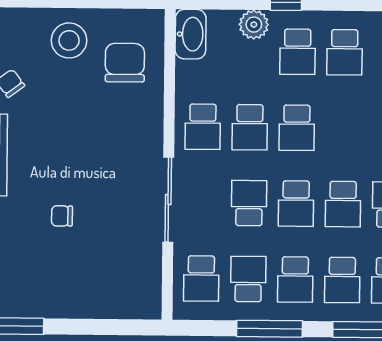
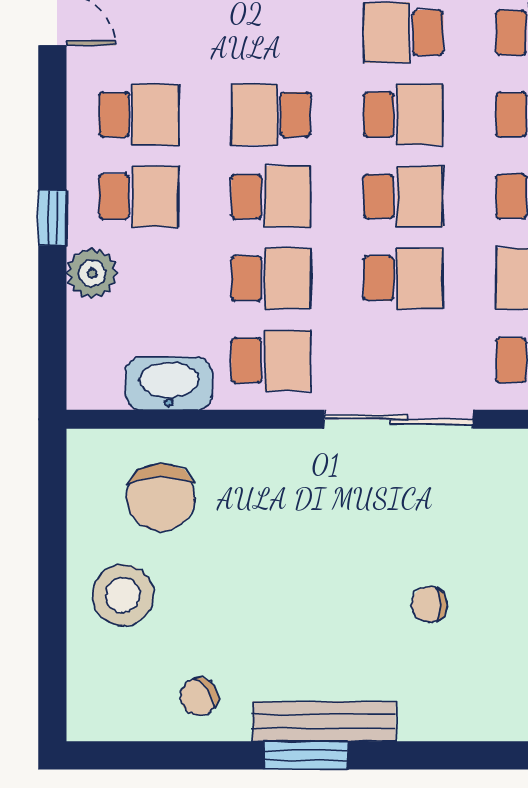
washbasin: (191, 34) -> (169, 383), moved
chair: (125, 63) -> (161, 498), turned -90
school desk: (344, 128) -> (271, 115), added
school desk: (249, 203) -> (403, 278), turned 180
chair: (62, 216) -> (429, 604), turned 90

